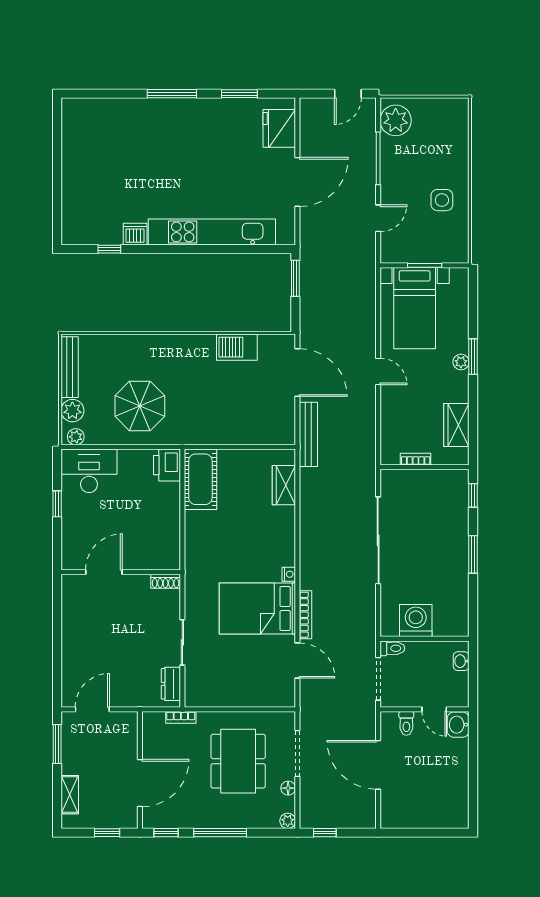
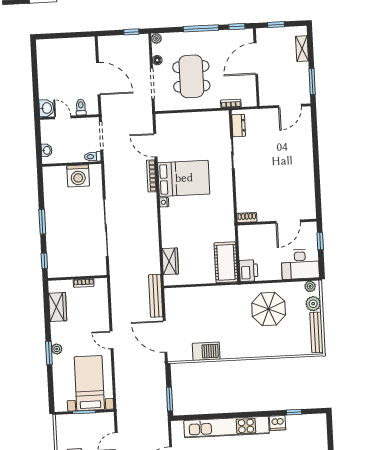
door: (104, 572) -> (288, 222), moved
wall: (121, 572) -> (277, 222), moved
shoe rack: (166, 581) -> (247, 218), moved

